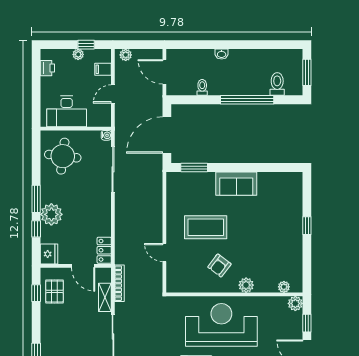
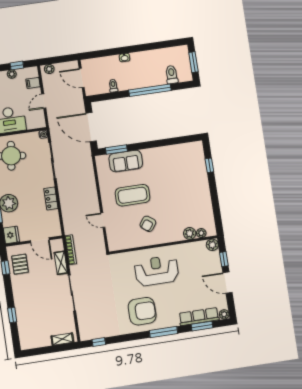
door: (167, 135) -> (91, 127), hinge flipped
sofa: (236, 184) -> (126, 161), moved
window: (307, 226) -> (209, 165), moved
locker: (104, 250) -> (51, 198), moved
plant: (246, 285) -> (190, 233), moved
reception desk: (221, 325) -> (157, 271), width x0.74, depth x0.77

